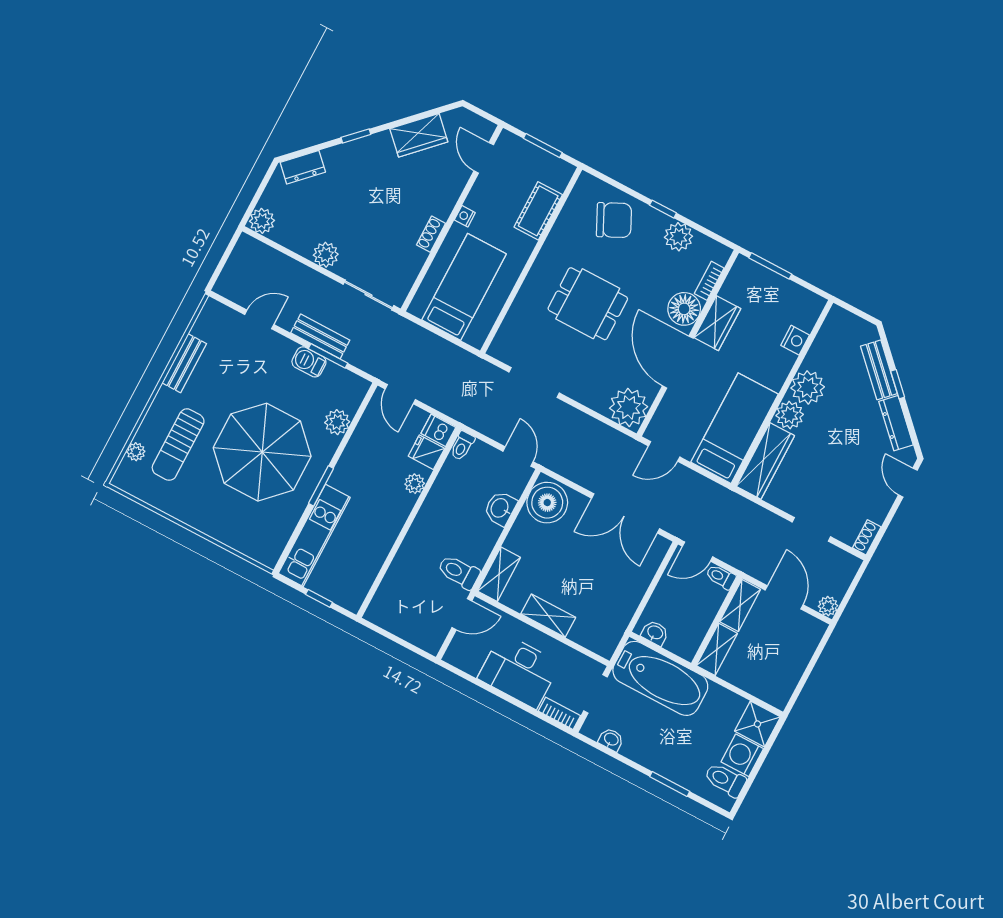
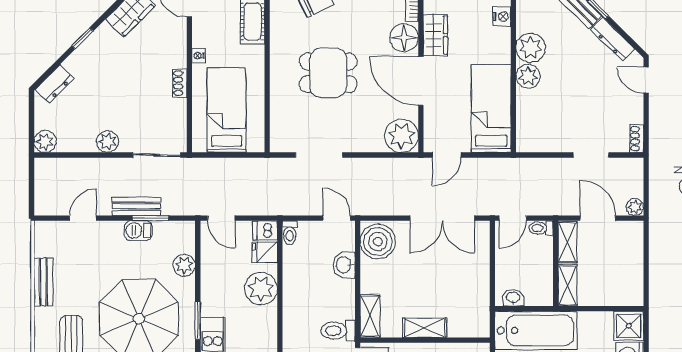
wardrobe: (765, 461) -> (528, 121), removed
plant: (415, 484) -> (261, 289), width x1.87, depth x1.87

